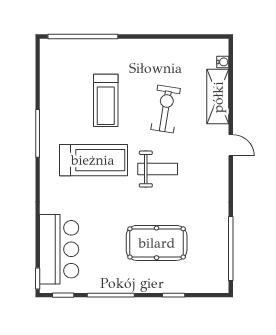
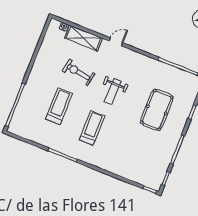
treadmill: (106, 100) -> (59, 106), turned -90
treadmill: (93, 160) -> (92, 128), width x0.73, depth x0.73
weight bench: (158, 169) -> (113, 91), turned 180
bar counter: (59, 249) -> (137, 170), removed

